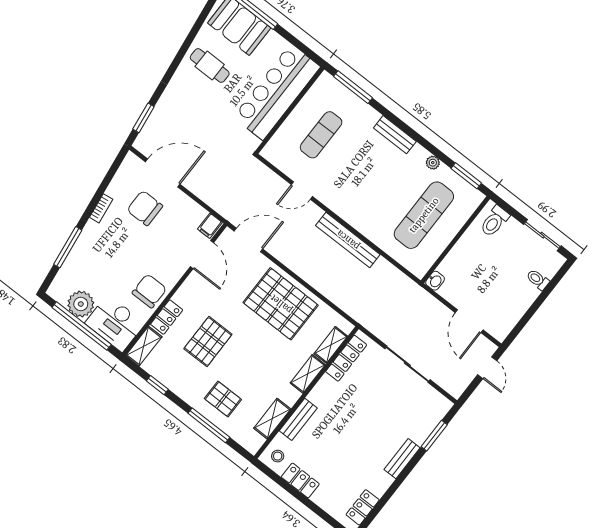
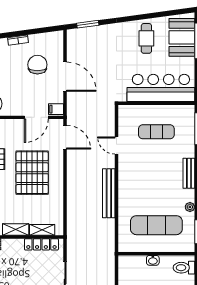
door: (163, 173) -> (65, 77), moved
washbasin: (435, 281) -> (153, 260), moved
pallet: (281, 304) -> (32, 173), moved

